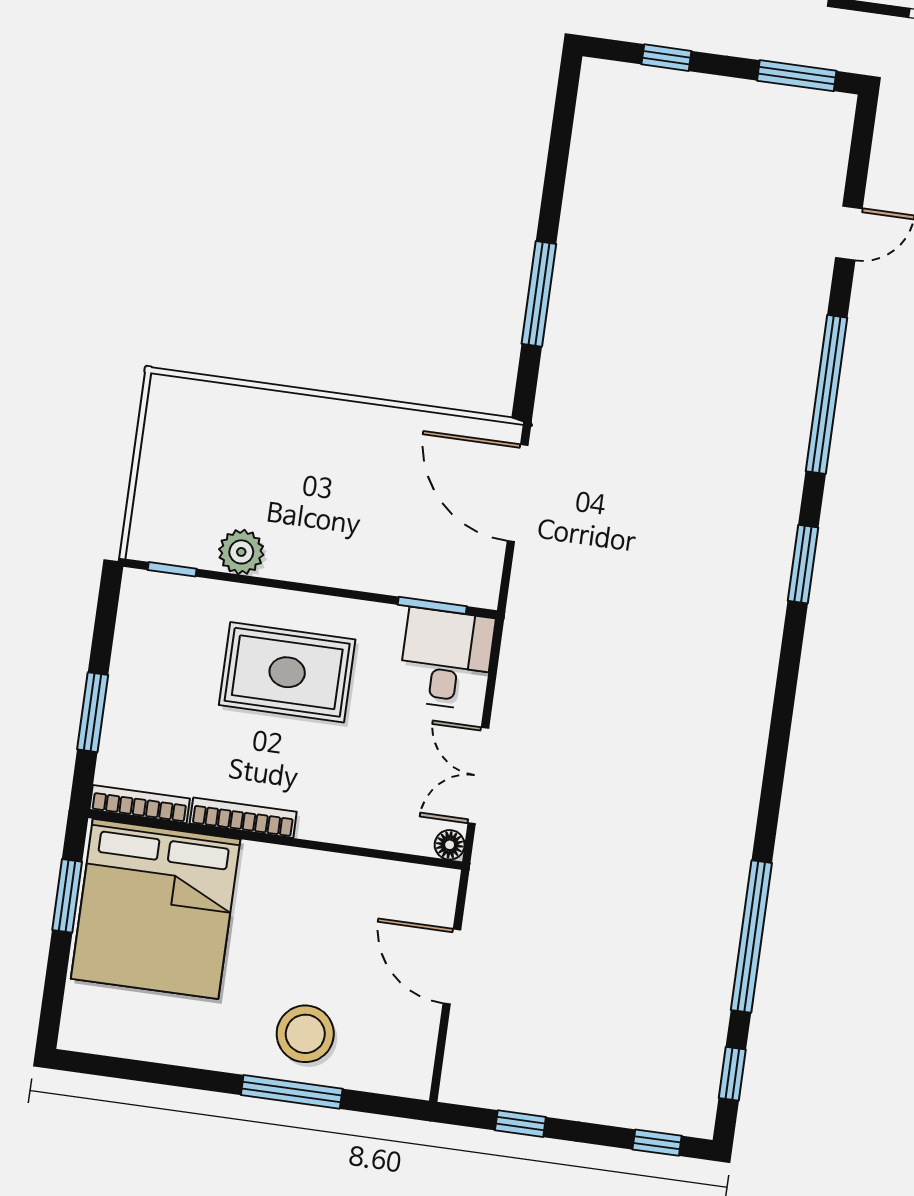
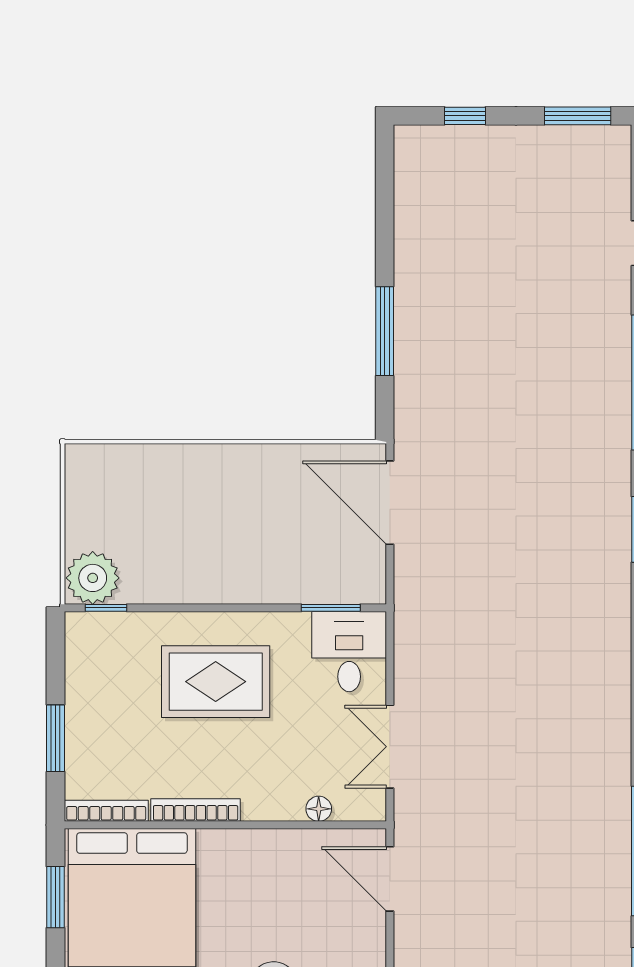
plant: (241, 552) -> (93, 578), moved, width x1.36, depth x1.36
floor lamp: (450, 845) -> (319, 809), moved
door: (452, 967) -> (390, 879), moved

